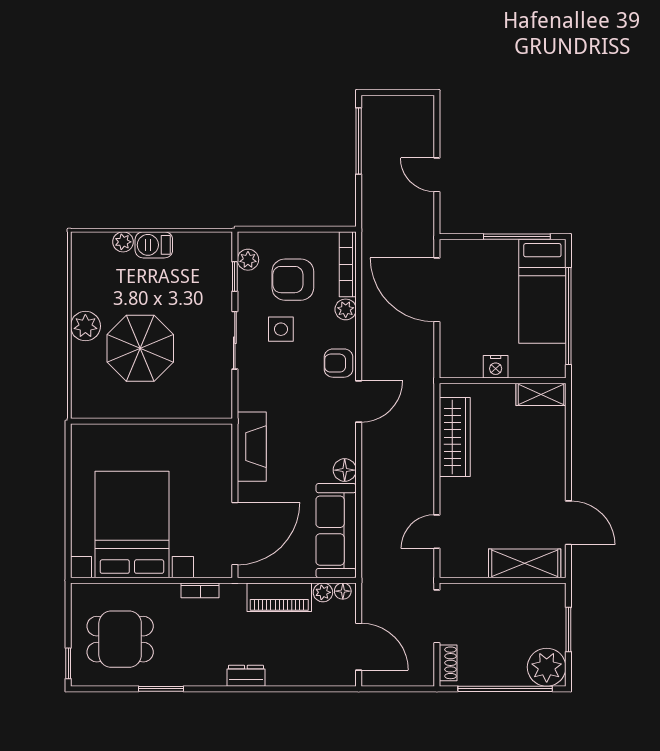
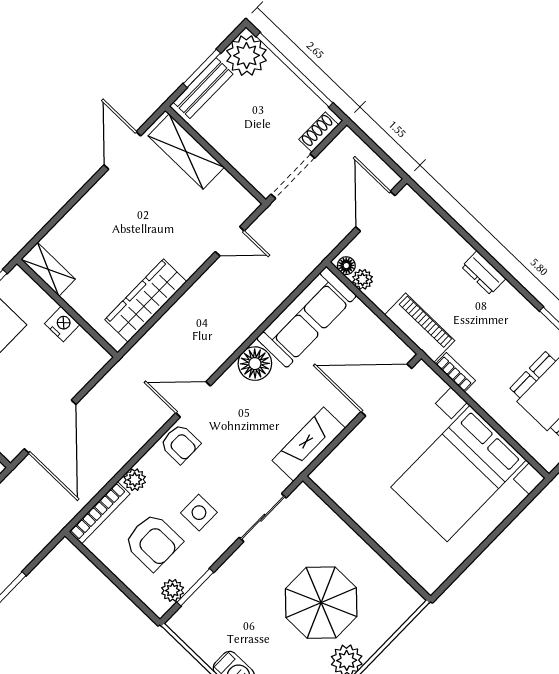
window: (235, 277) -> (195, 587), width x1.50
sliding door: (235, 340) -> (263, 518), moved
floor lamp: (345, 470) -> (255, 364), width x1.38, depth x1.38
piano: (279, 597) -> (420, 328), moved
bench: (555, 617) -> (203, 88), added

